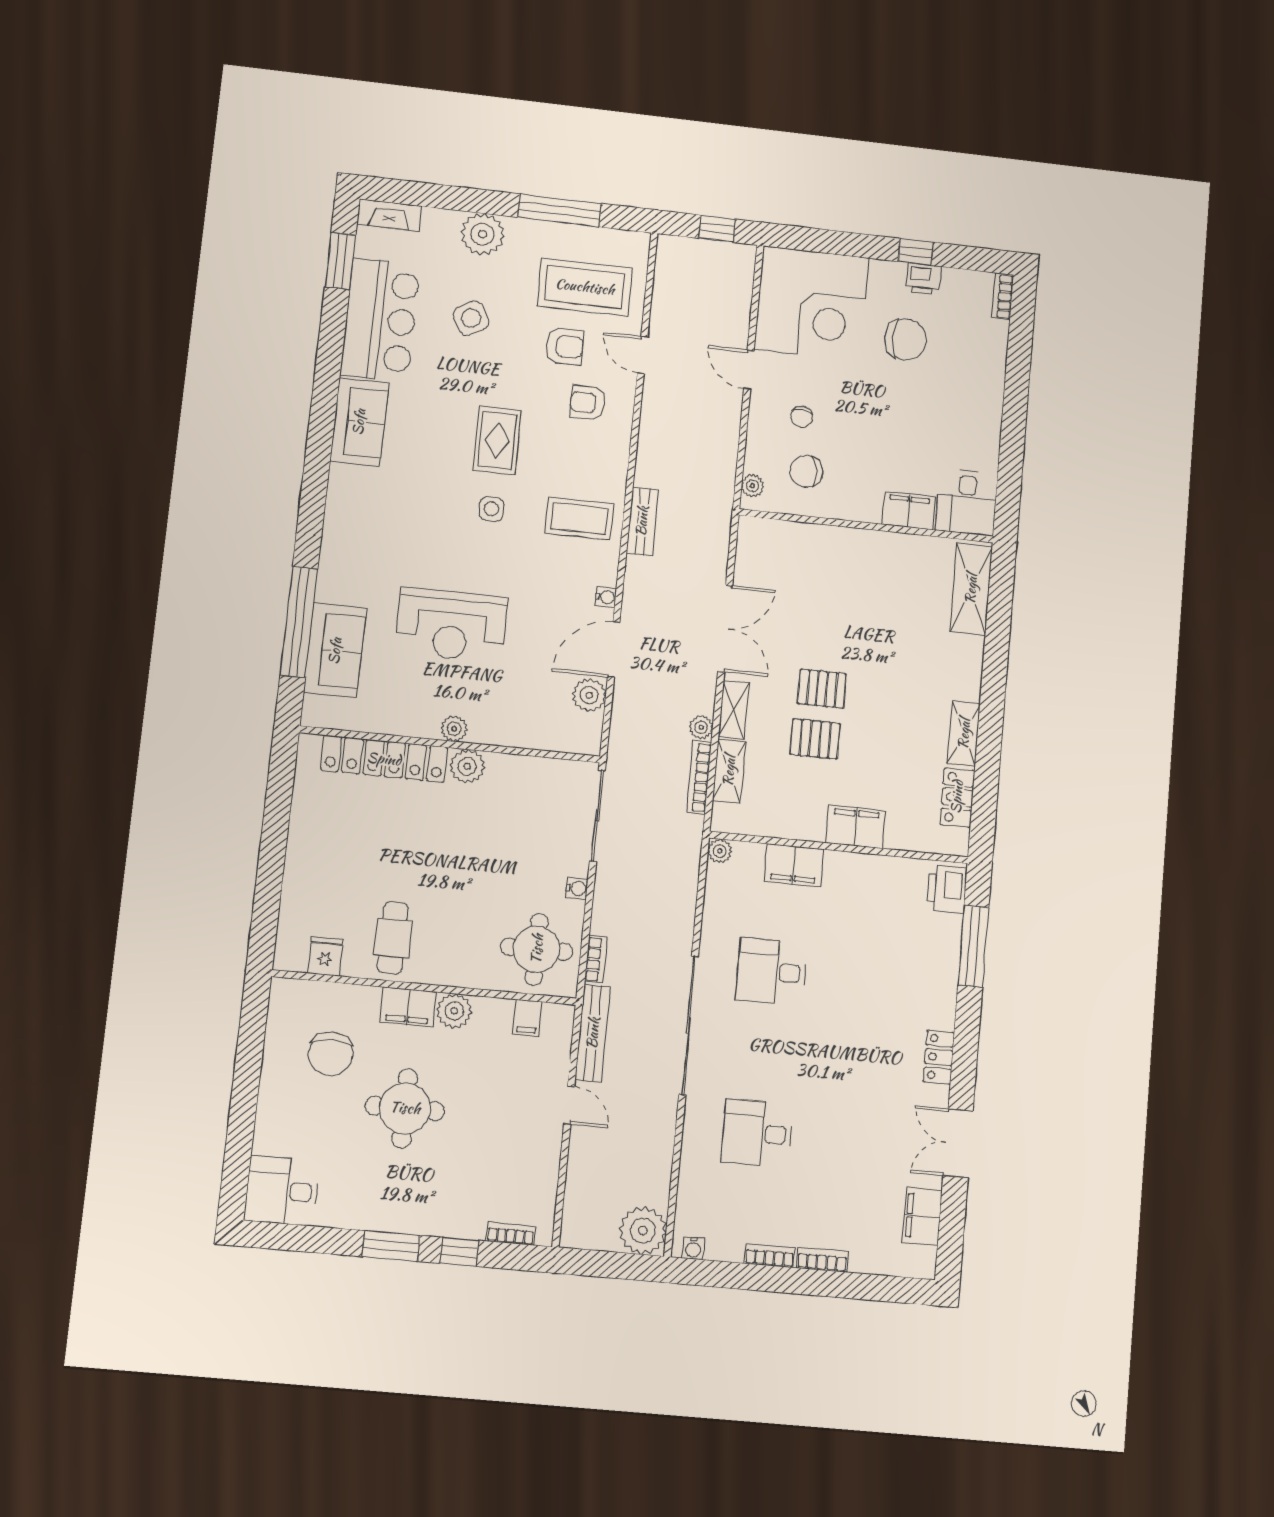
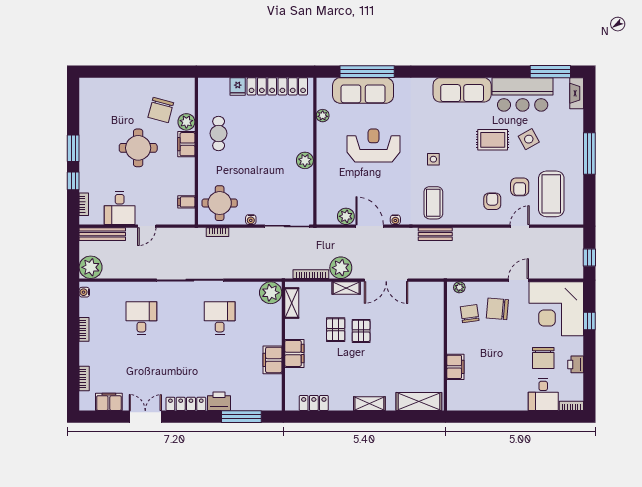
window: (559, 210) -> (589, 153), moved
plant: (483, 234) -> (572, 140), removed
window: (916, 252) -> (589, 321), moved
window: (340, 261) -> (550, 72), width x1.44
chair: (802, 417) -> (497, 309), width x1.87, depth x1.87
sofa: (359, 422) -> (462, 90), width x1.36
rug: (497, 441) -> (493, 140), moved
desk: (967, 502) -> (543, 395), moved, turned -90
reception desk: (451, 625) -> (373, 146), turned 90
sofa: (335, 651) -> (363, 90), width x1.36
plant: (701, 727) -> (341, 268), width x1.88, depth x1.88
plant: (454, 729) -> (323, 116), moved
shelving: (964, 734) -> (369, 404), moved
locker: (384, 759) -> (277, 86), moved, turned -90
shelving: (729, 771) -> (292, 303), moved, turned 90
plant: (720, 851) -> (271, 293), width x1.88, depth x1.88
filing cabinet: (794, 865) -> (272, 360), moved
printer: (947, 889) -> (219, 401), moved
cafe table: (393, 938) -> (219, 133), turned 90
fridge: (325, 956) -> (238, 87), moved, turned 90
plant: (454, 1011) -> (186, 122), moved
bench: (593, 1033) -> (102, 234), moved
chair: (331, 1054) -> (161, 110), turned -75
locker: (939, 1057) -> (186, 404), width x1.53
desk: (282, 1191) -> (120, 208), moved, turned 180
bookcase: (822, 1260) -> (84, 378), moved

